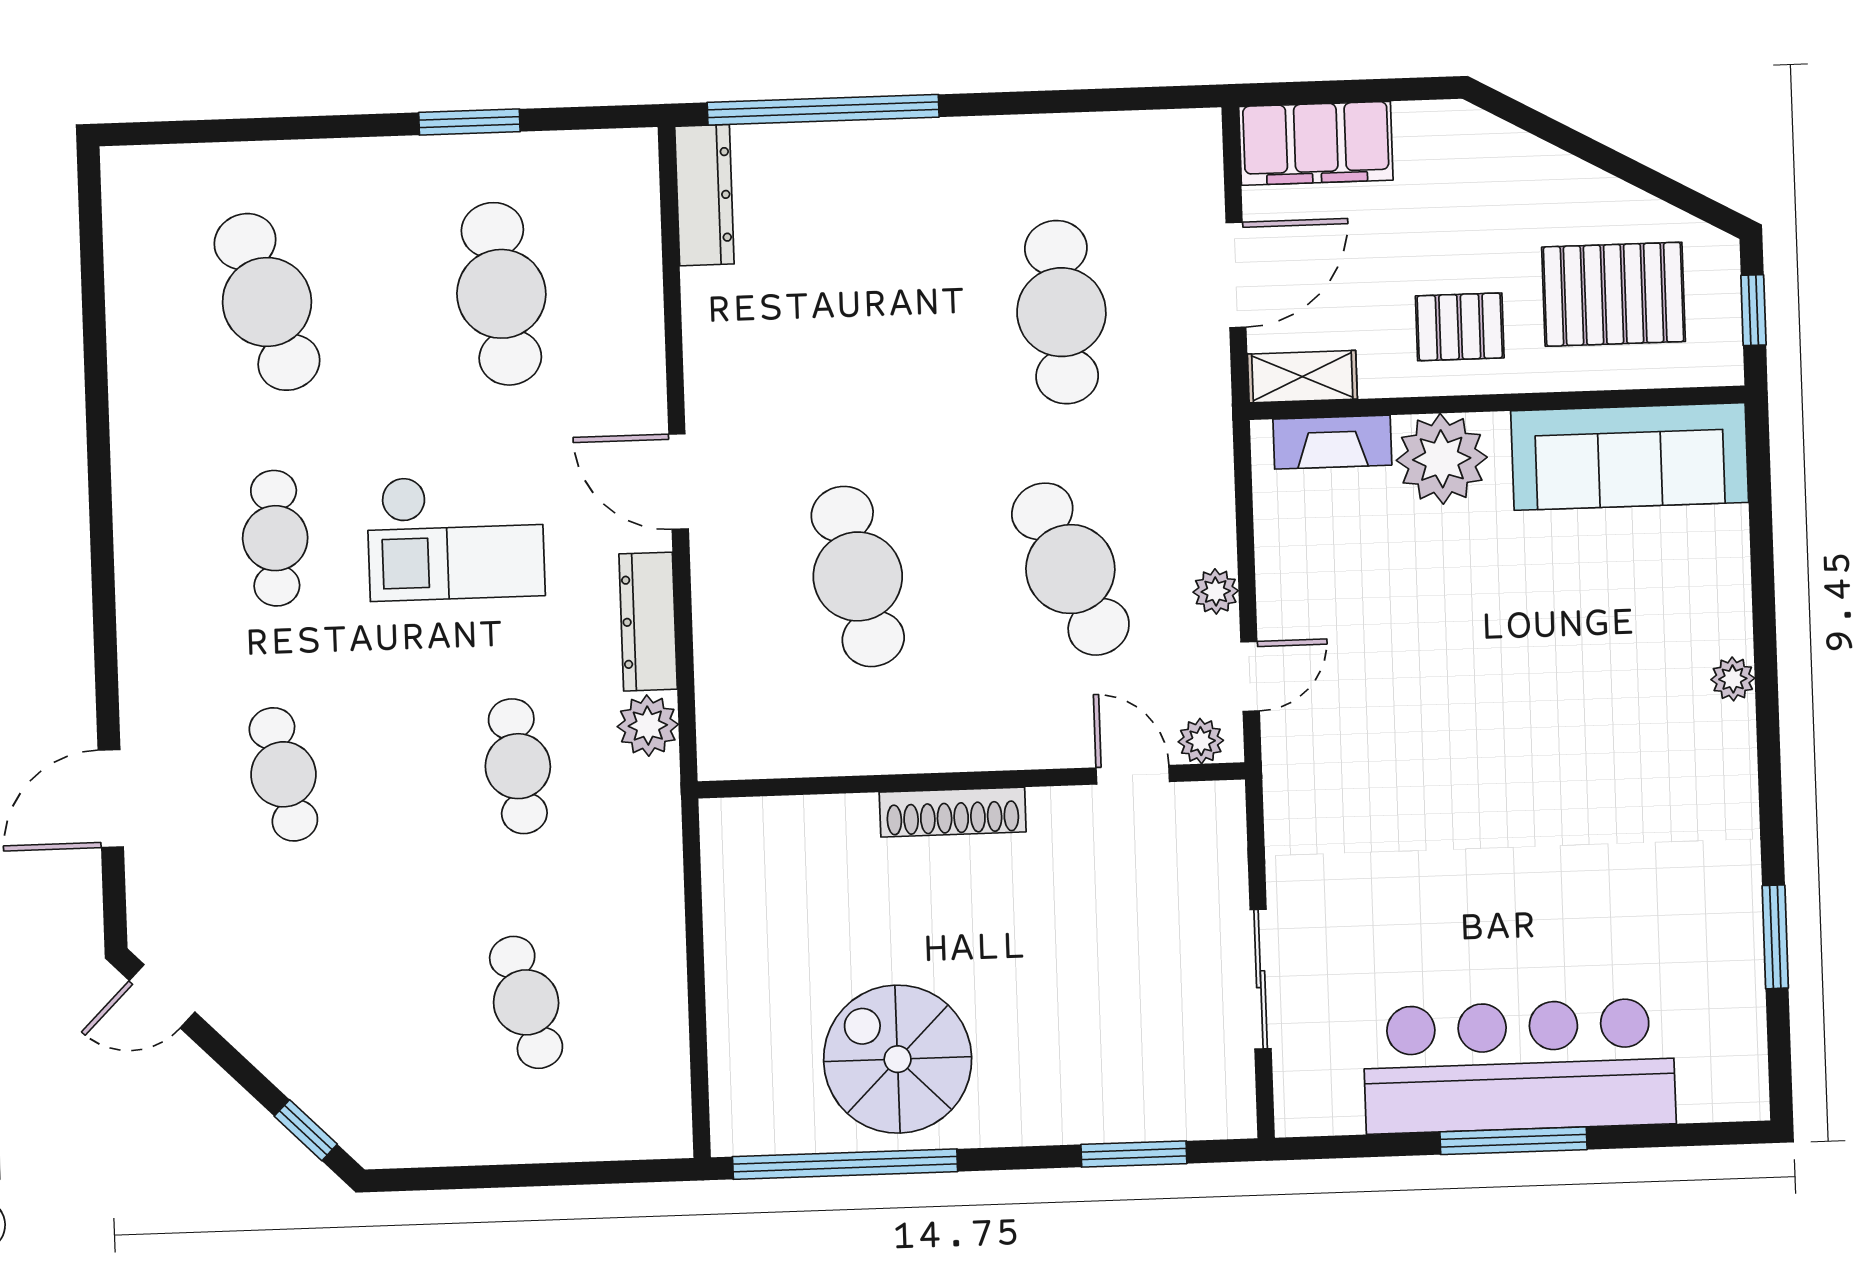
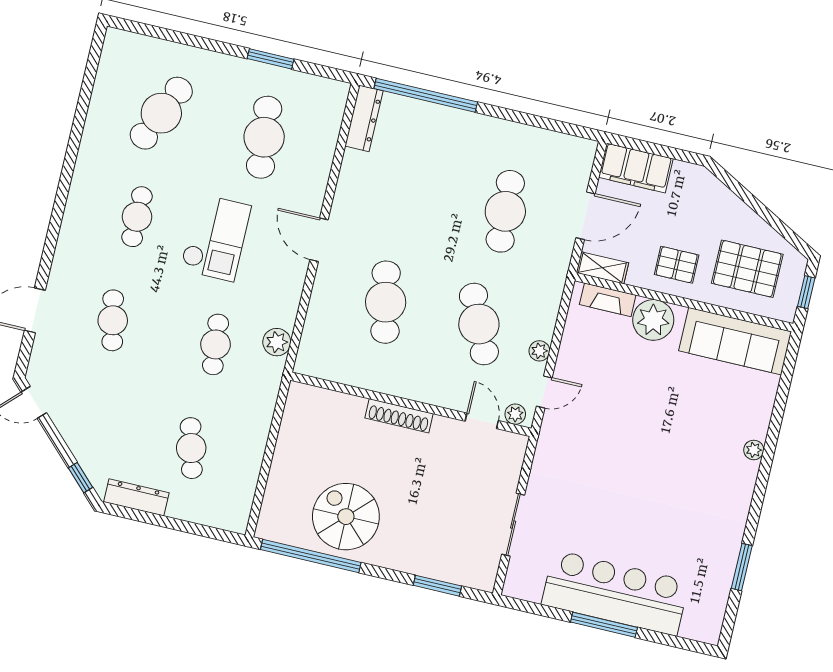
cafe table: (267, 302) -> (161, 113), turned 42
checkout: (456, 537) -> (216, 238), turned -90
dresser: (648, 622) -> (136, 497), moved, turned 90

